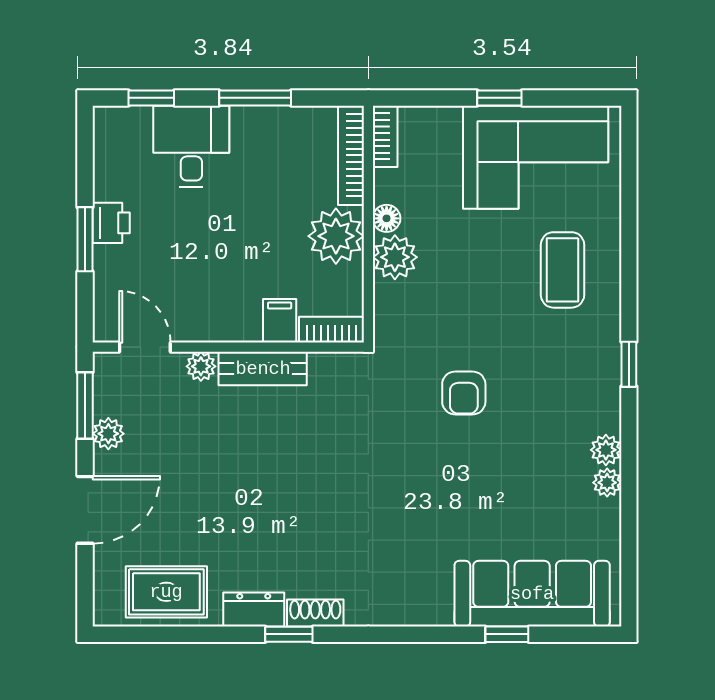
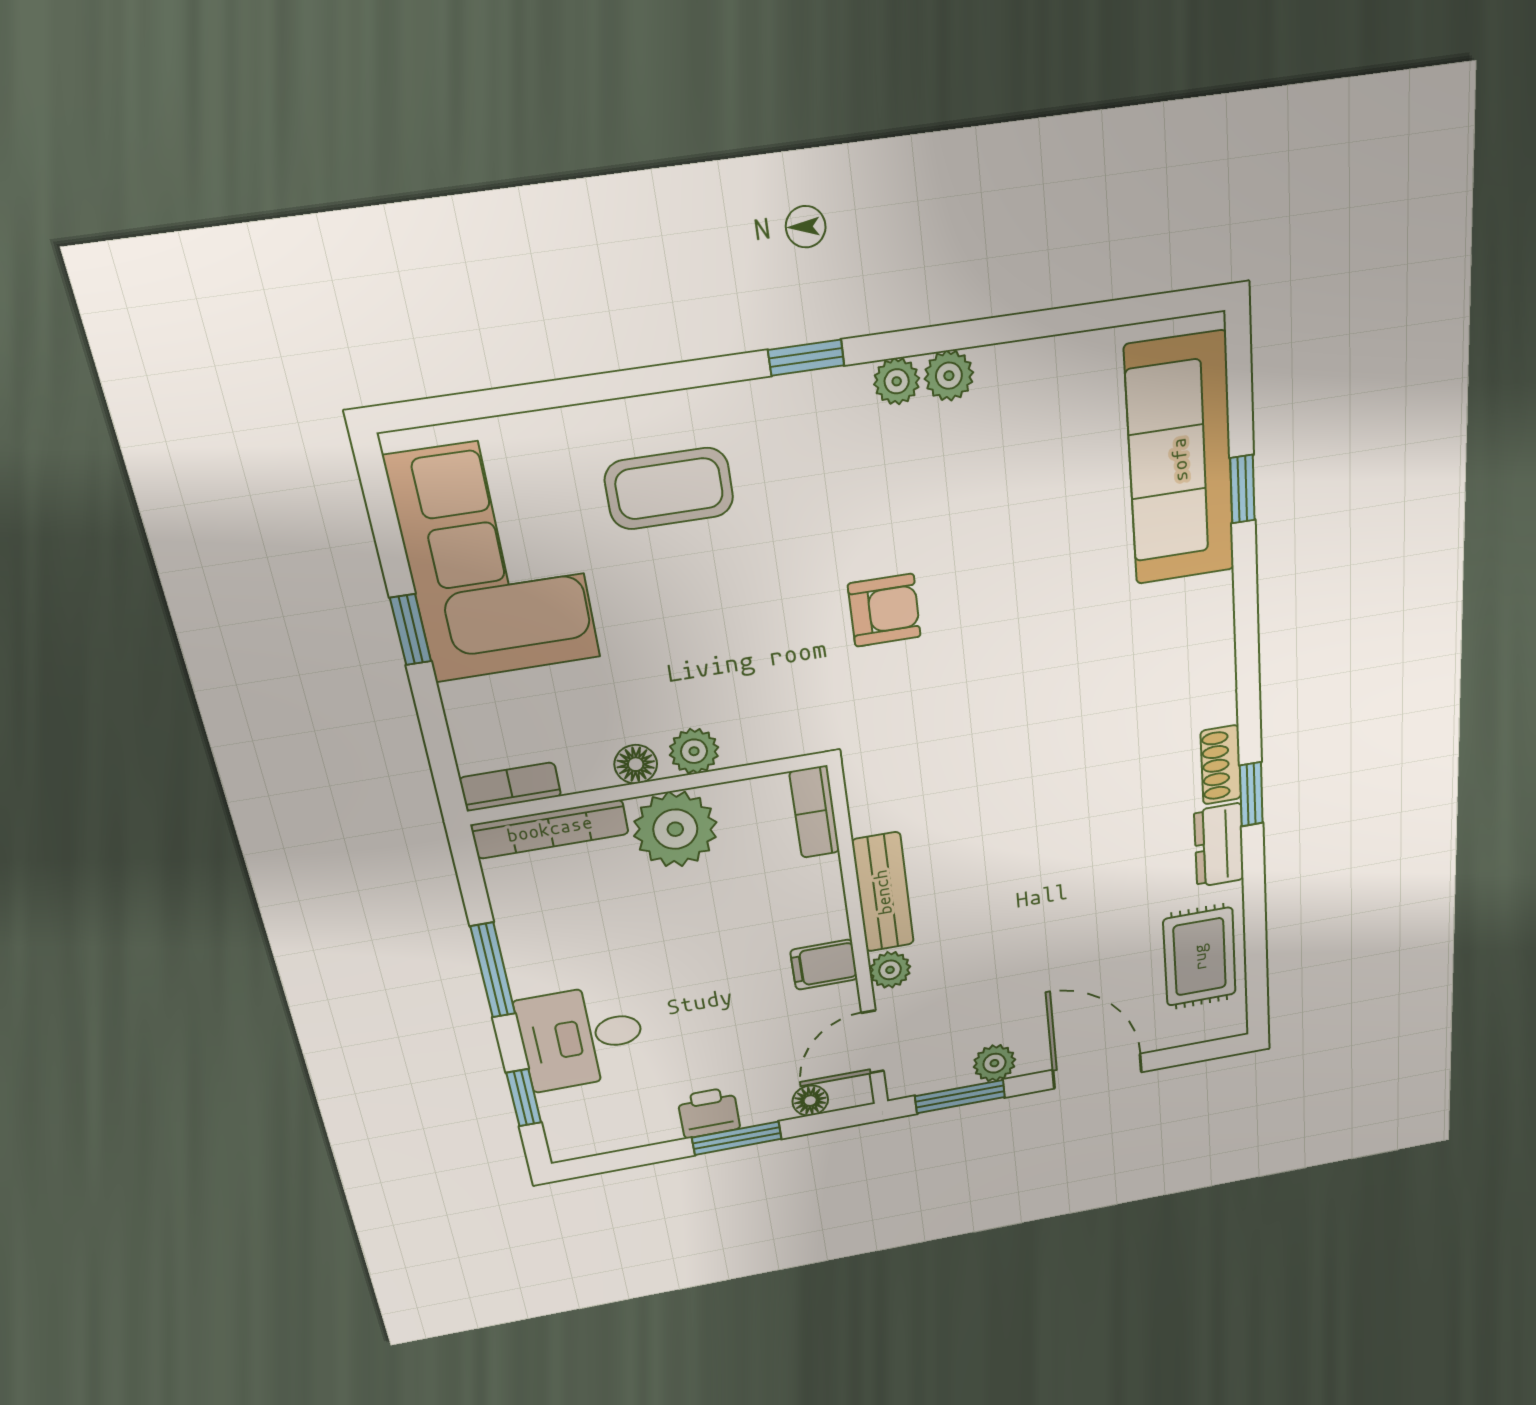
plant: (395, 257) -> (694, 751), width x0.73, depth x0.73
floor lamp: (105, 296) -> (810, 1101), added
filing cabinet: (280, 321) -> (824, 965), moved
plant: (607, 483) -> (897, 381), moved

